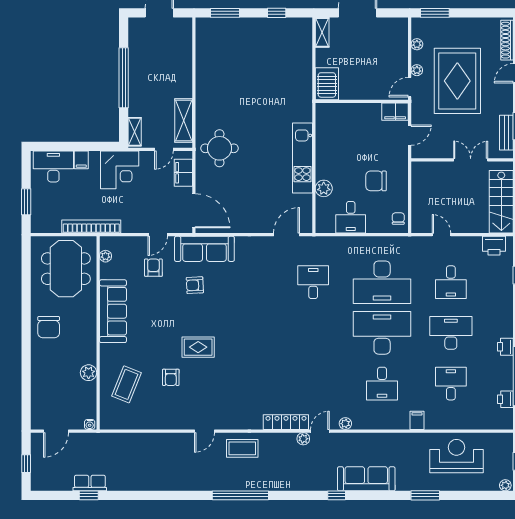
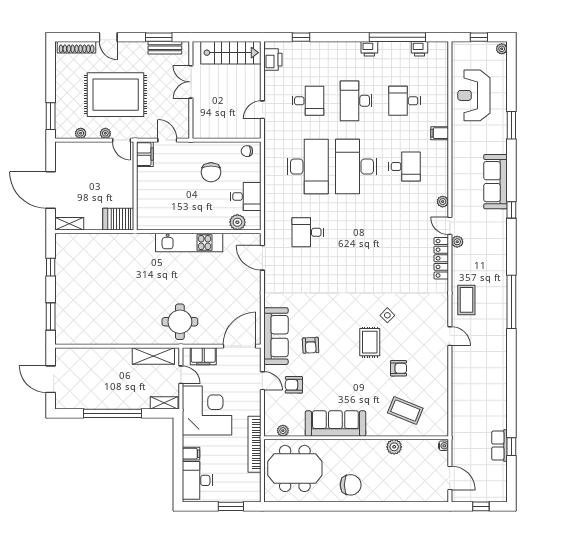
corner desk: (120, 170) -> (207, 411), width x1.36, depth x1.36
plant: (324, 188) -> (237, 222), moved
side table: (226, 366) -> (387, 315), added

